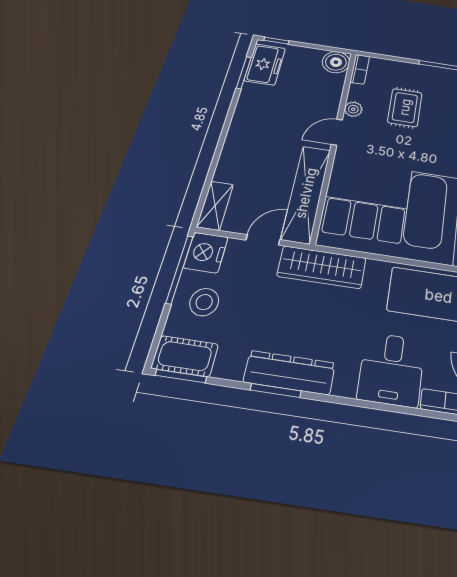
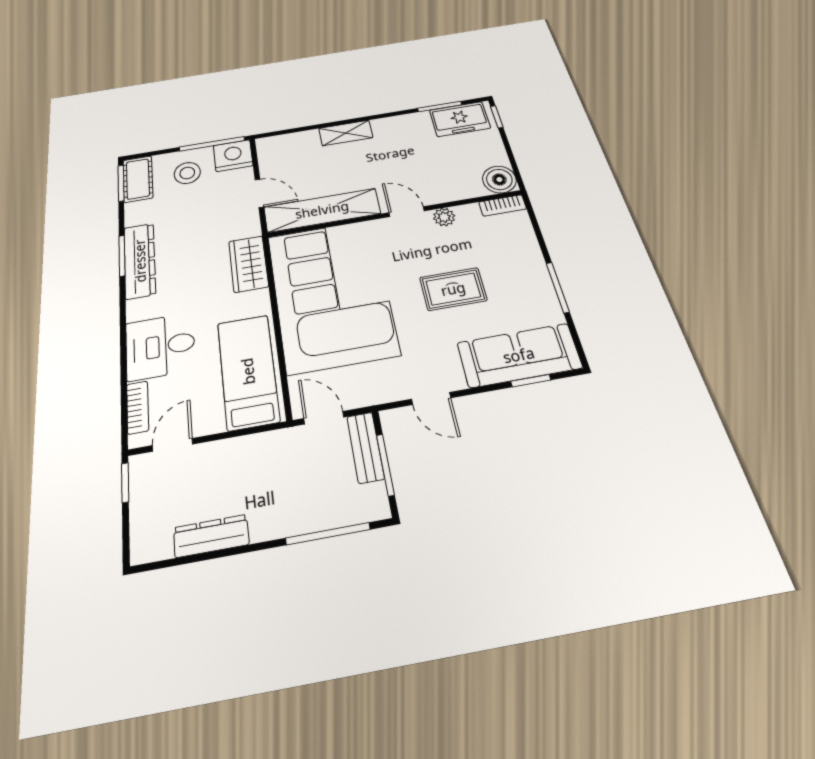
rug: (405, 107) -> (453, 289), moved
shelving: (215, 205) -> (346, 133), moved
wardrobe: (322, 267) -> (248, 264), width x0.67

